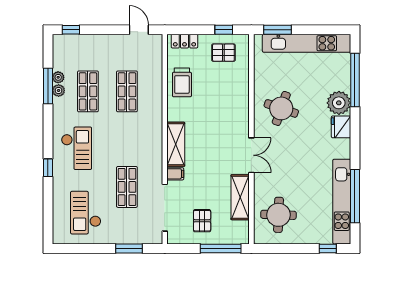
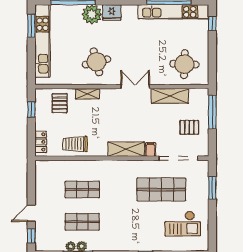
door: (139, 30) -> (31, 213), moved
window: (277, 30) -> (31, 26), moved
pallet: (223, 53) -> (60, 103), moved
trolley: (182, 82) -> (75, 144), turned 180
shelving: (243, 97) -> (87, 94), added
round table: (281, 108) -> (96, 62), turned -33
checkout: (76, 148) -> (129, 231), removed
shop shelf: (127, 187) -> (161, 189), width x1.43, depth x1.36

